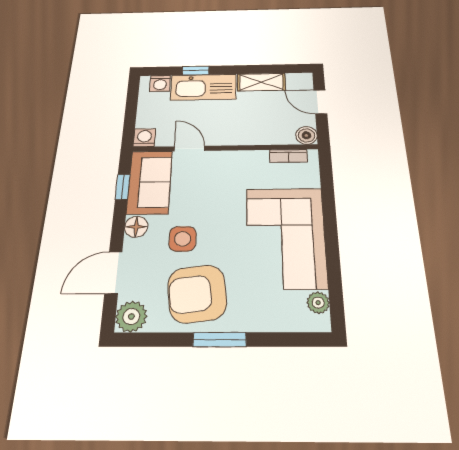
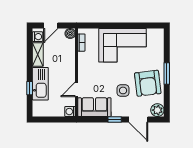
washing machine: (160, 83) -> (37, 37), moved
window: (123, 187) -> (115, 120), moved
floor lamp: (136, 227) -> (117, 112), removed
plant: (318, 303) -> (152, 33), removed

